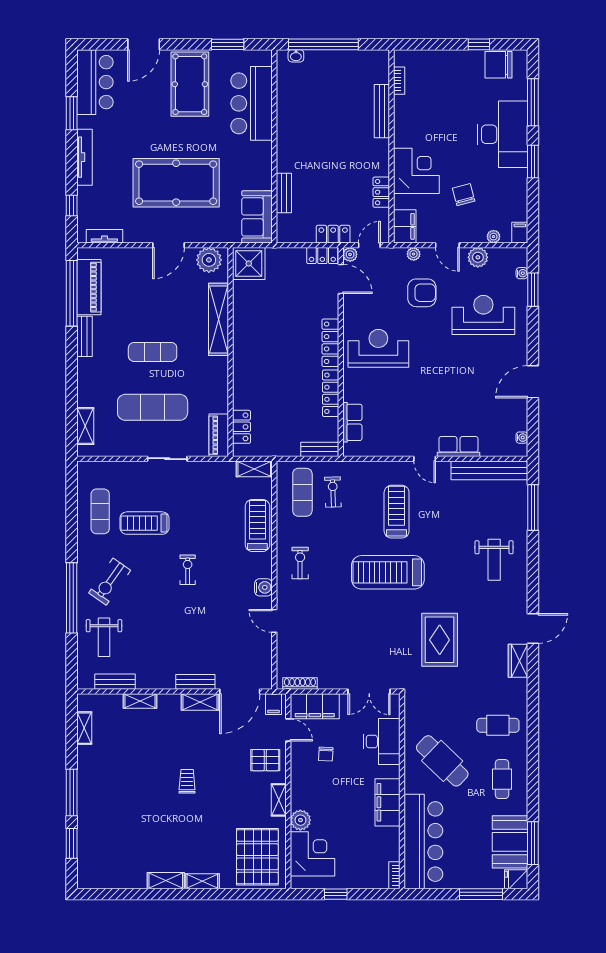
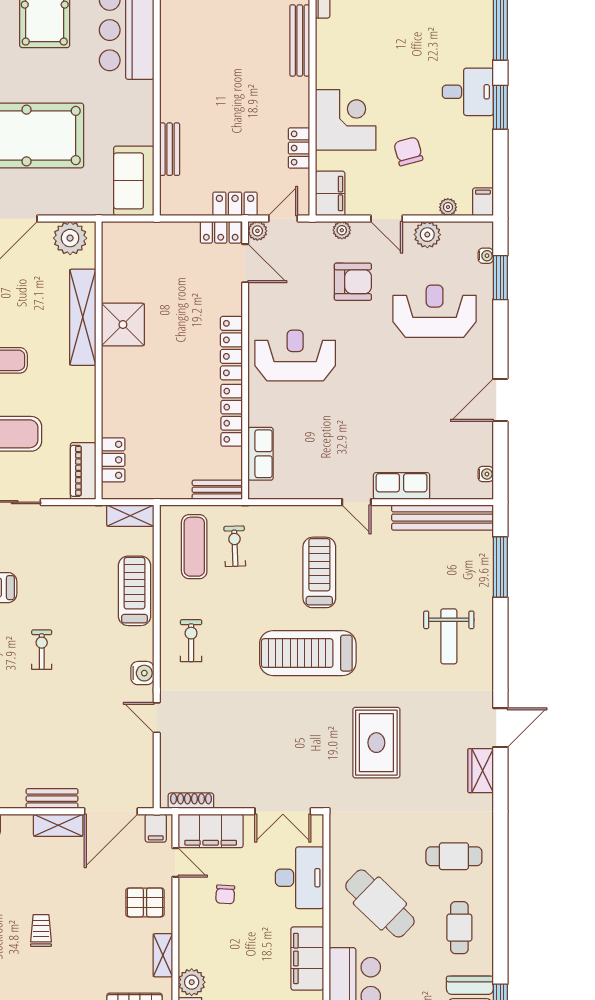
desk: (503, 134) -> (468, 92), width x0.53, depth x0.77
shower: (249, 263) -> (123, 325), moved

